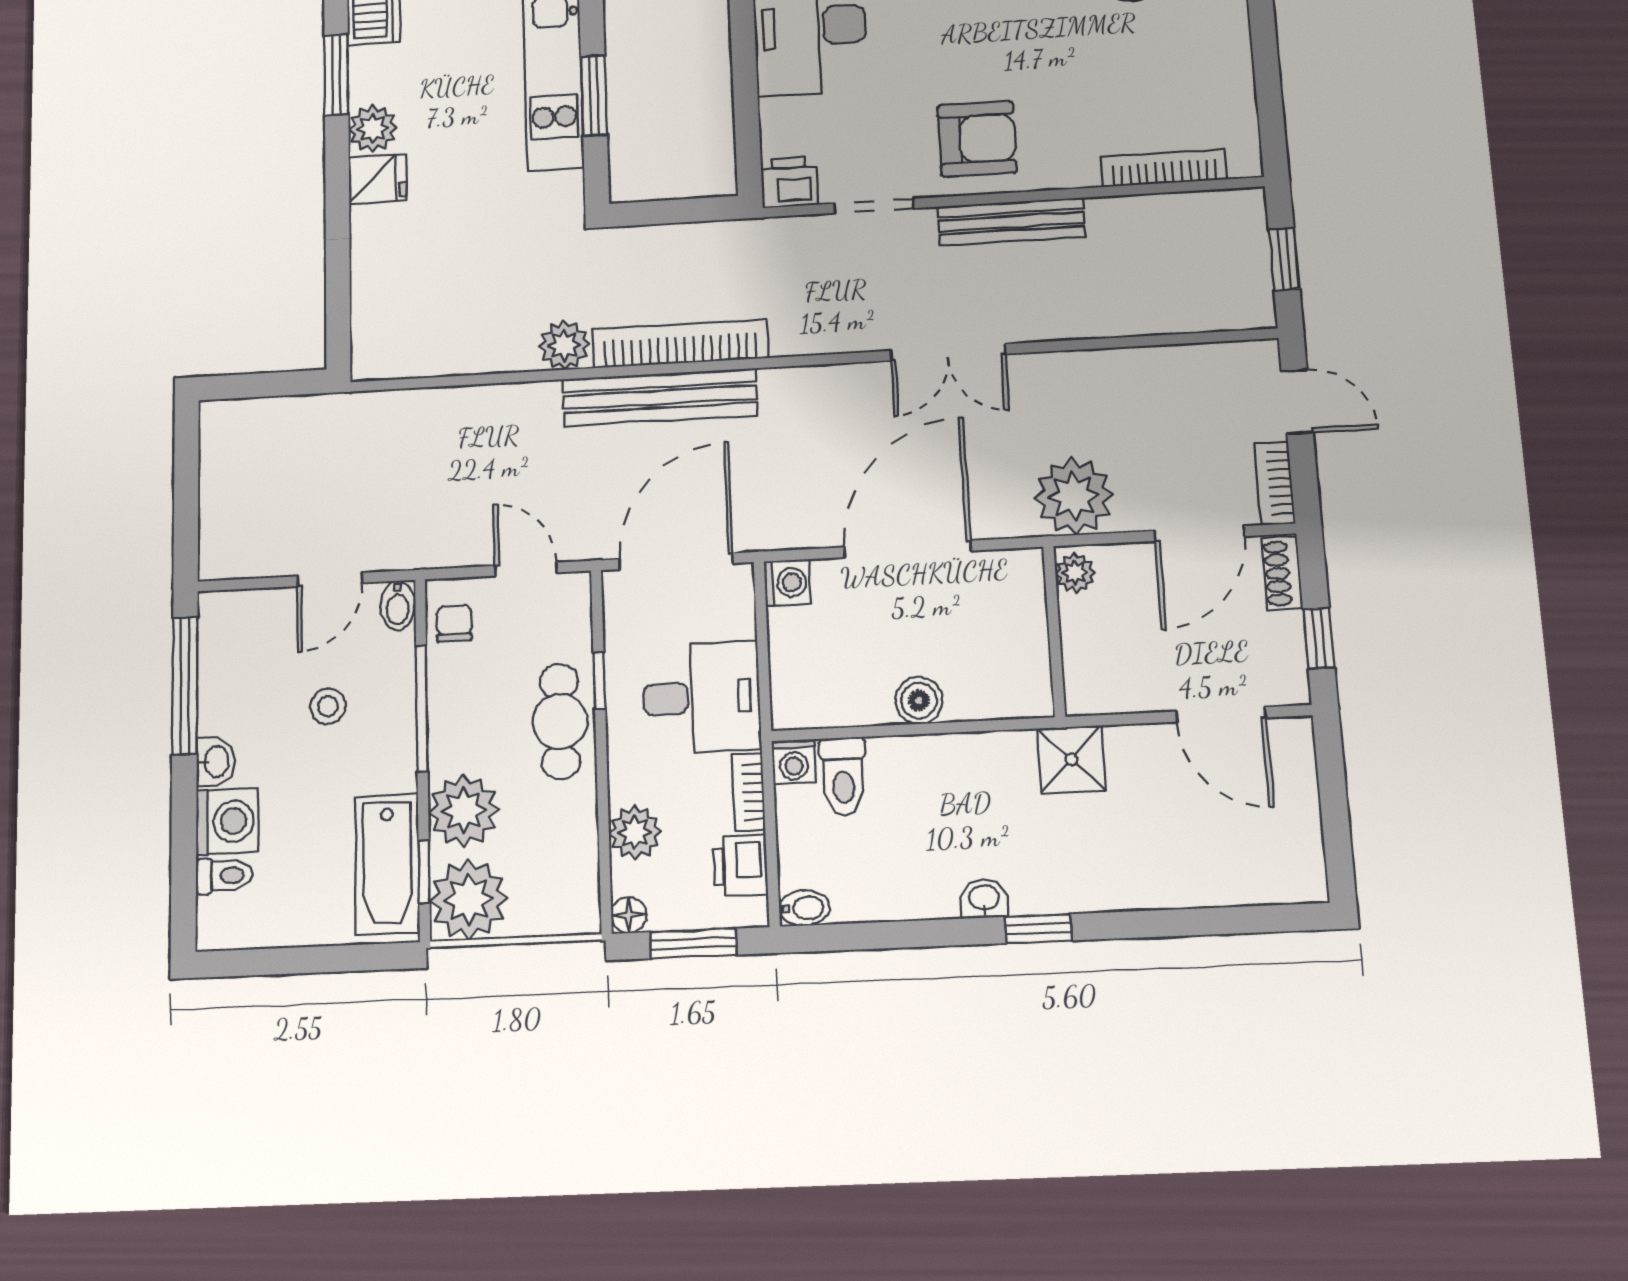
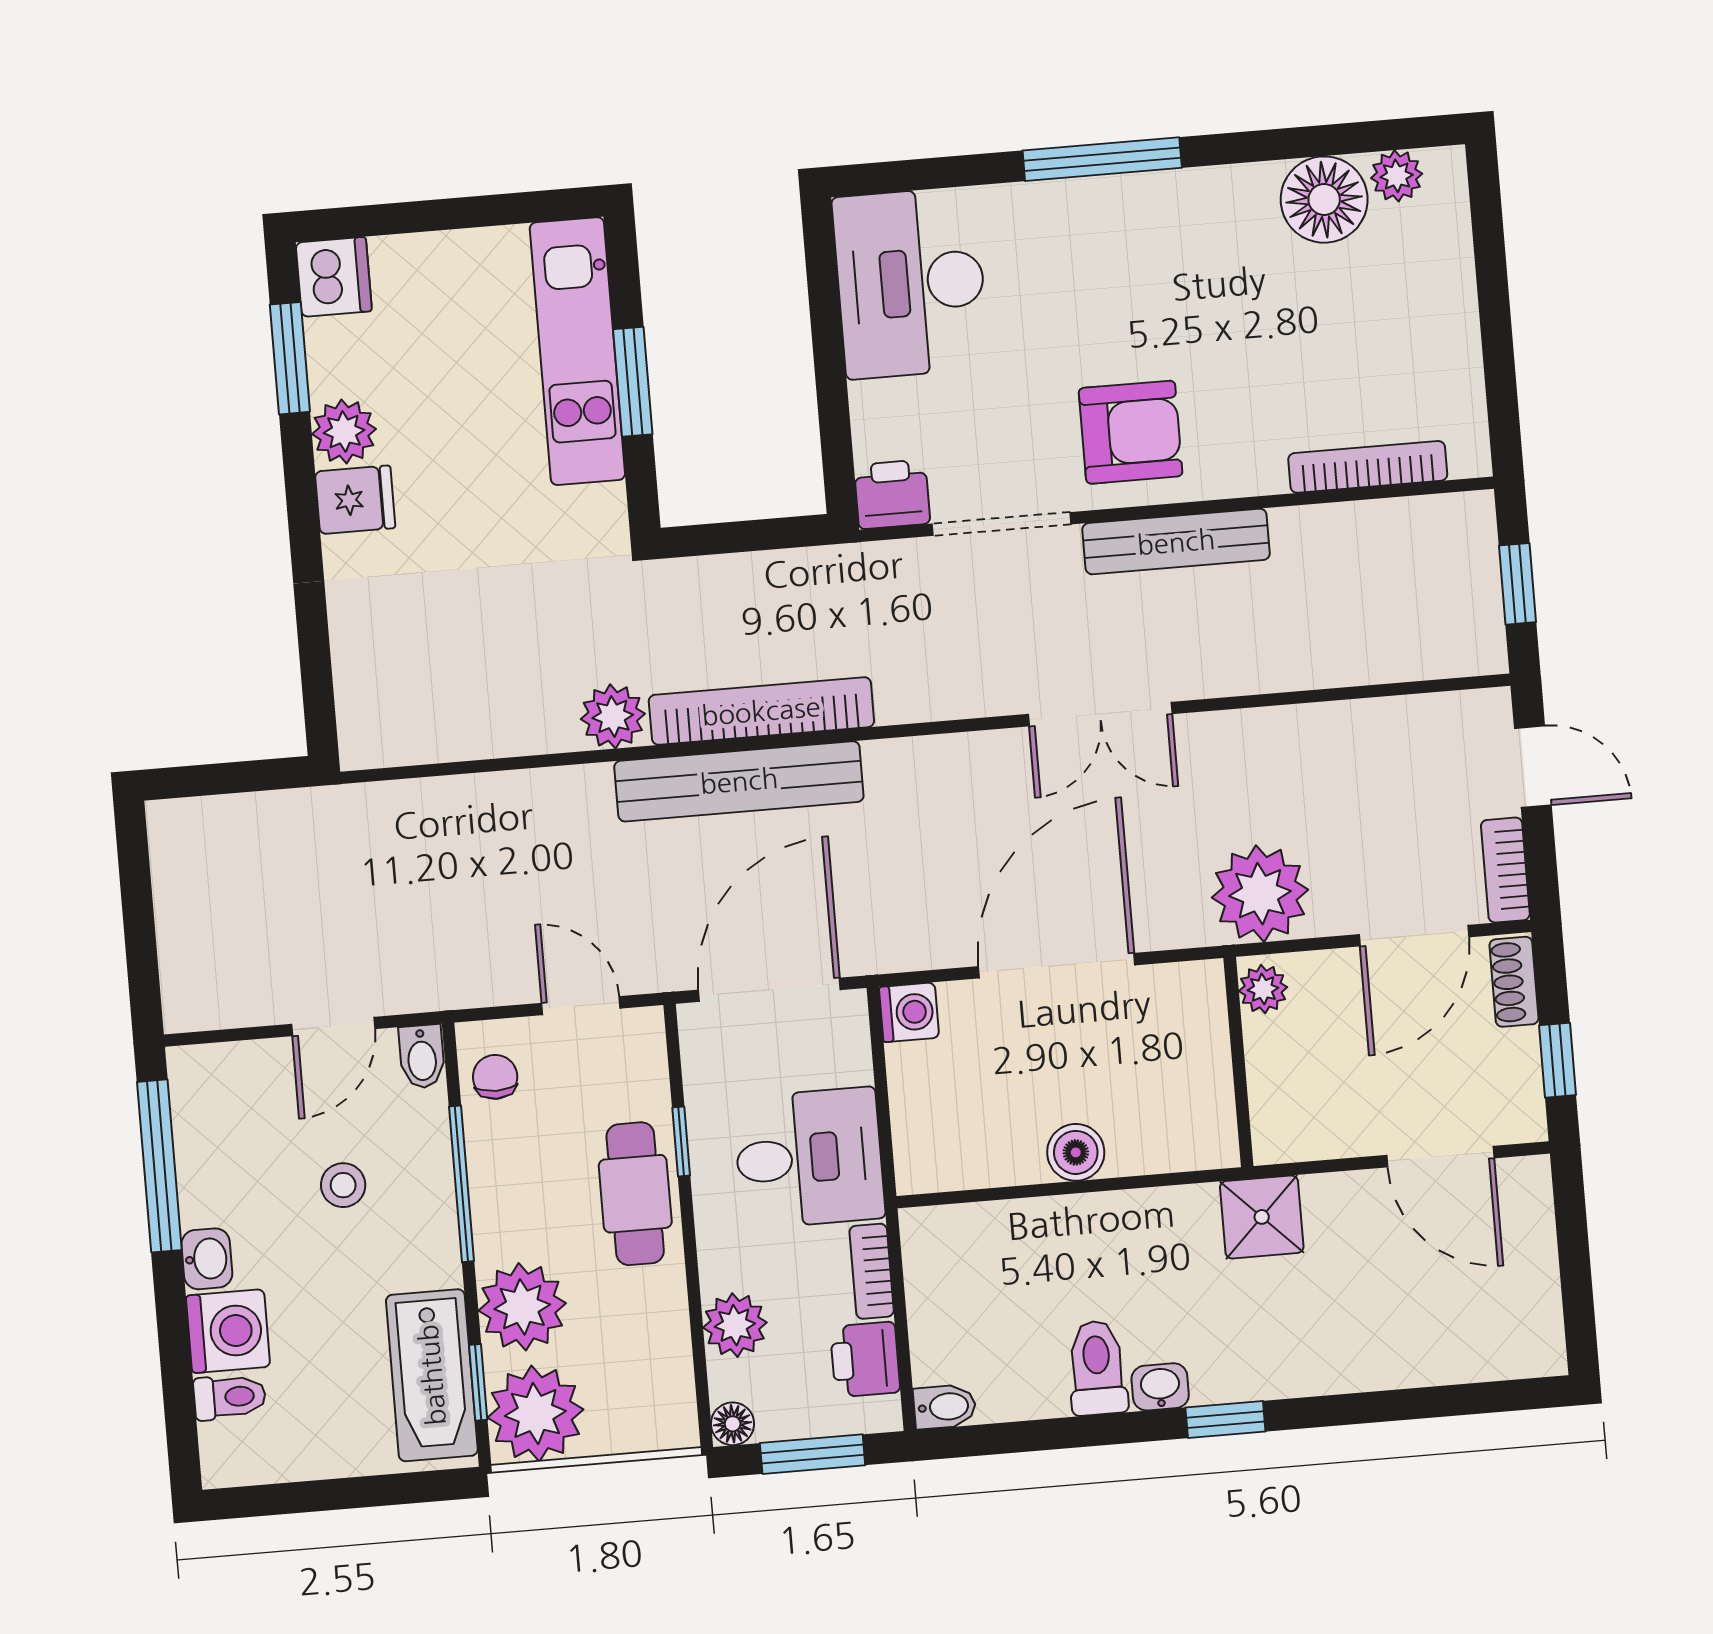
doorway: (874, 206) -> (1002, 524), width x1.38
washing machine: (794, 762) -> (926, 1232), removed
toilet: (843, 776) -> (1097, 1368), moved, turned 180

